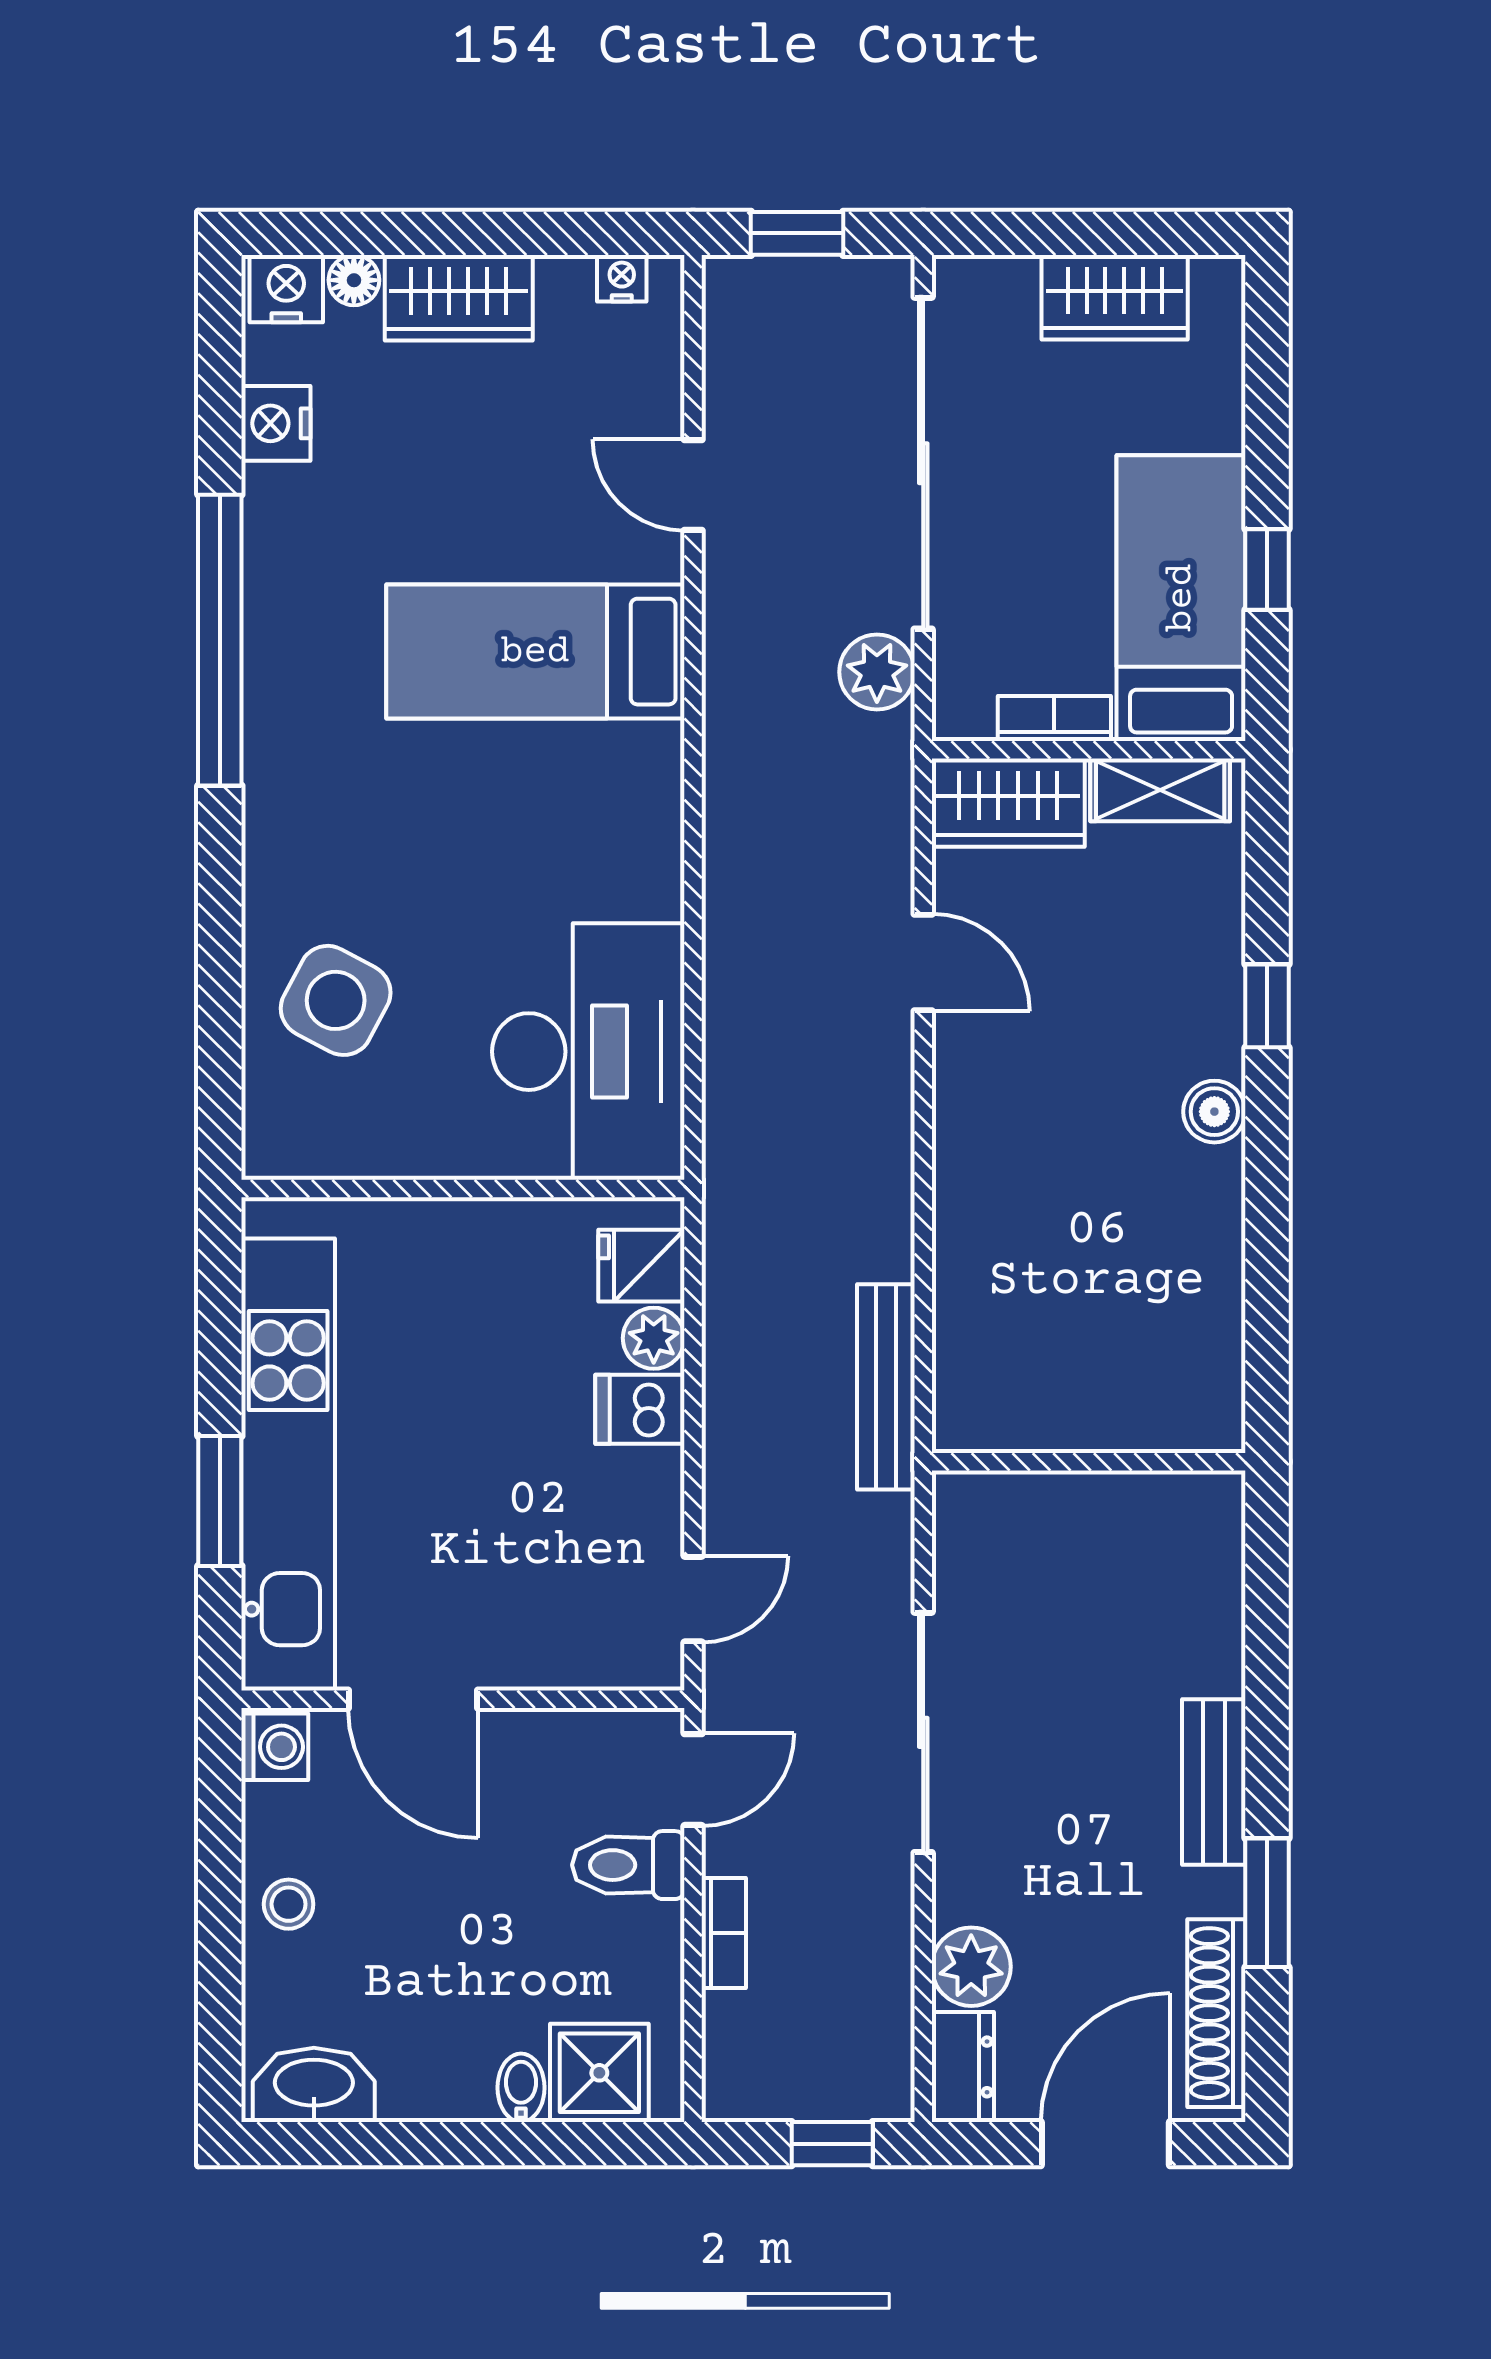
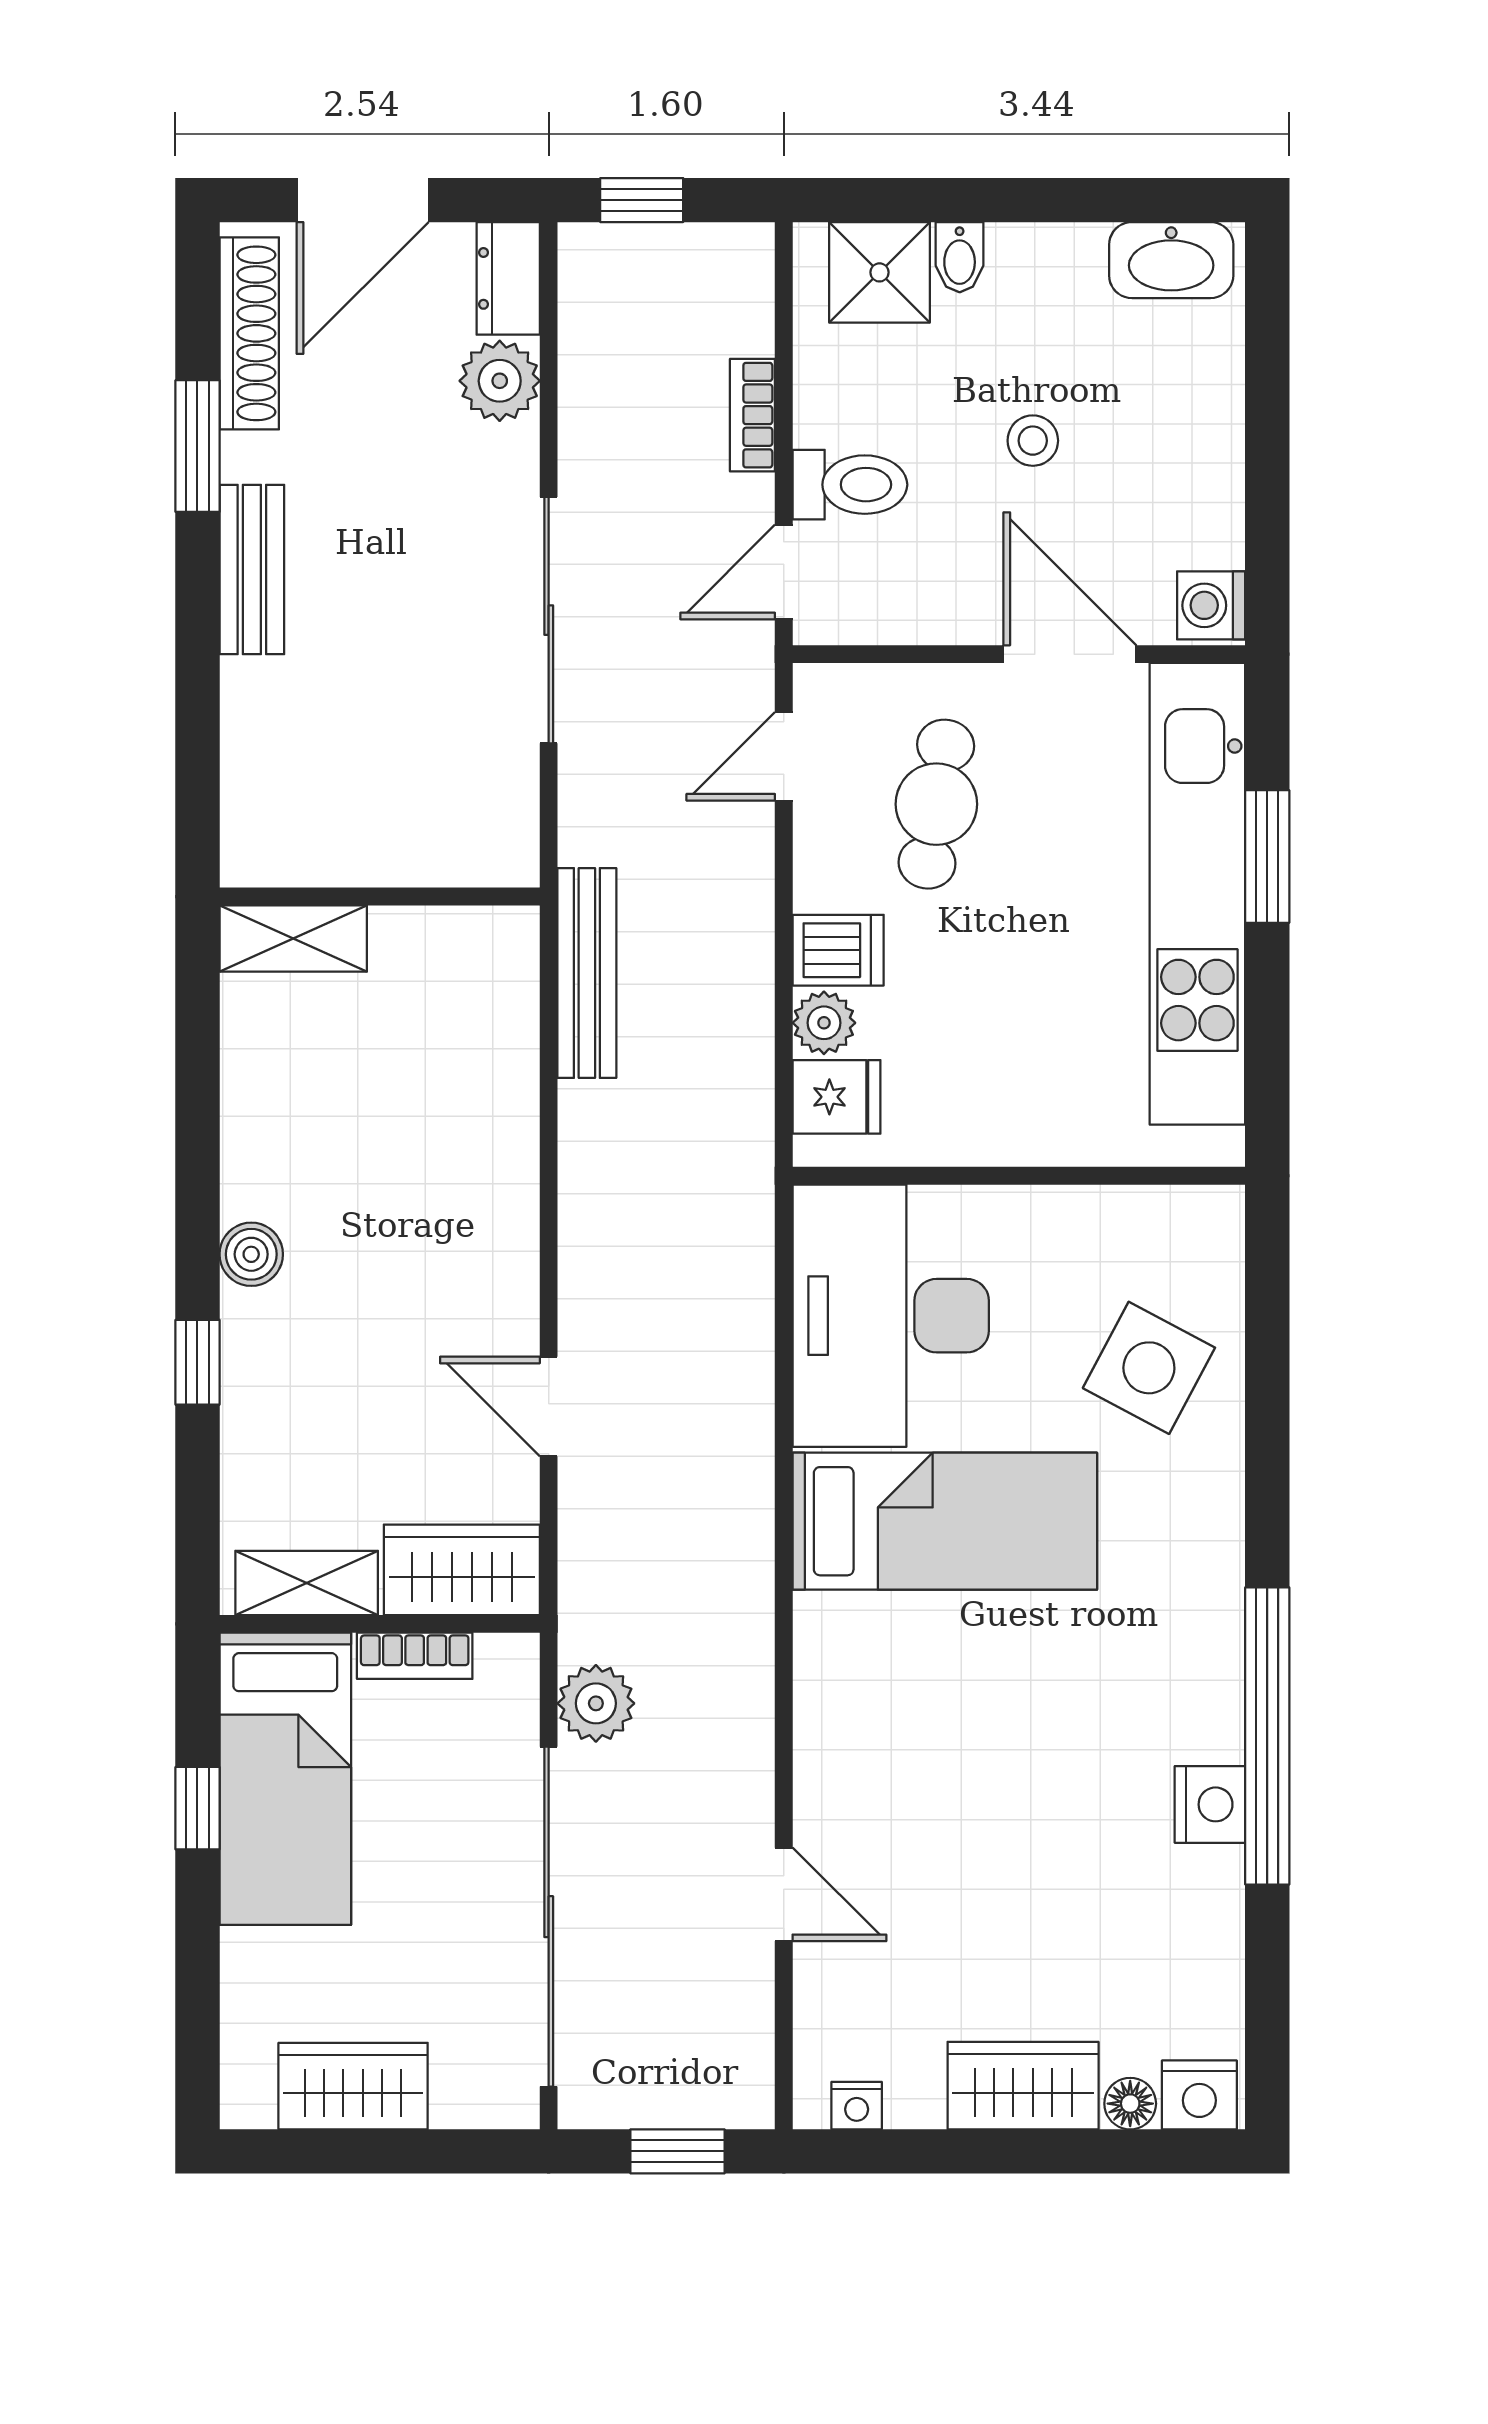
nightstand: (276, 423) -> (1210, 1804), moved
bed: (535, 652) -> (945, 1521), moved
shelving: (1173, 1421) -> (293, 939), added
cafe table: (544, 1552) -> (936, 804), added
stool: (289, 1904) -> (1033, 441), moved

